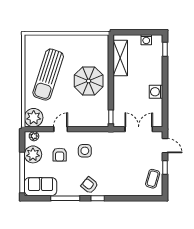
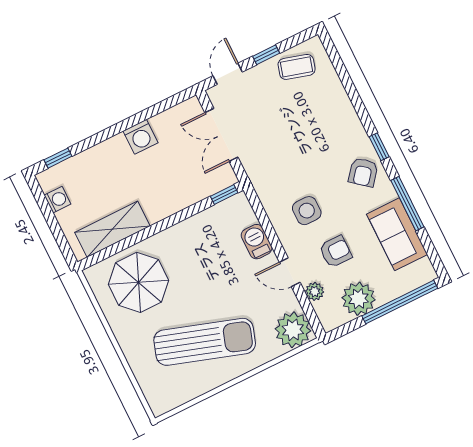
parasol: (89, 81) -> (138, 282), moved
barbecue: (82, 121) -> (257, 242), added
plant: (34, 136) -> (315, 291), moved
sofa: (41, 187) -> (397, 234), moved

